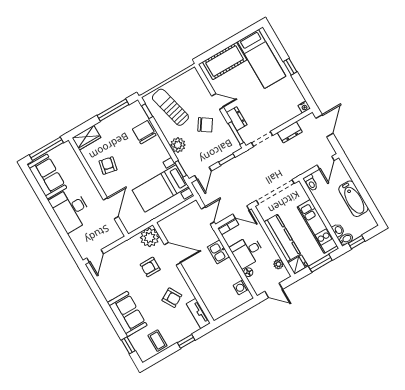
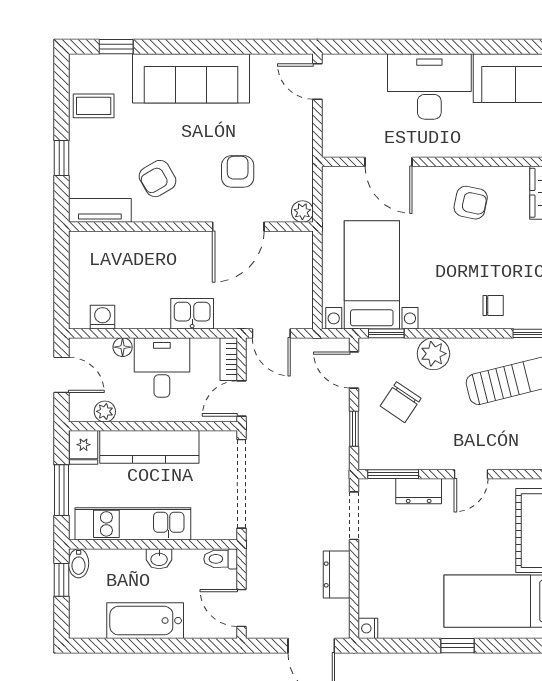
chair: (205, 125) -> (401, 402), moved
chair: (144, 132) -> (493, 306), width x0.54, depth x0.54
washbasin: (338, 230) -> (159, 559), moved
plant: (150, 237) -> (302, 211), width x0.53, depth x0.53
door: (274, 290) -> (62, 375), swing flipped
sofa: (127, 314) -> (191, 78), width x1.36

